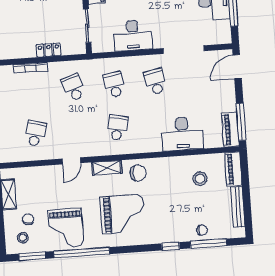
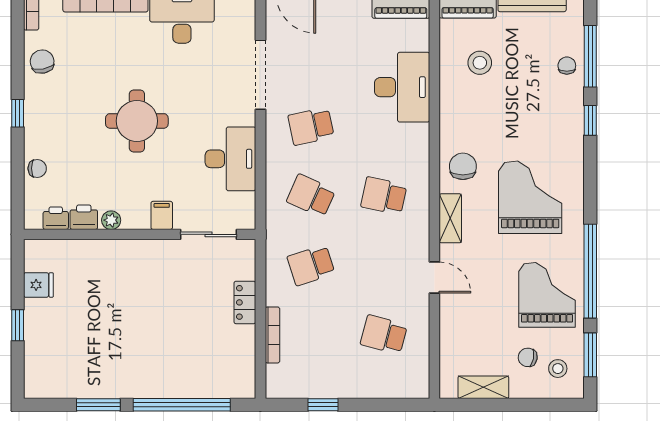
school desk: (114, 85) -> (311, 196), turned 33
grand piano: (66, 228) -> (547, 295), turned -90

